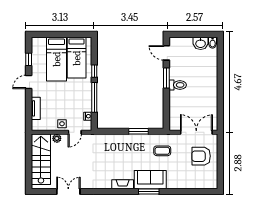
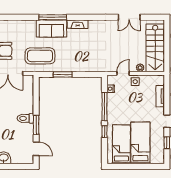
coffee table: (162, 151) -> (40, 56), width x1.86, depth x1.72
window: (149, 192) -> (53, 17), width x1.44

